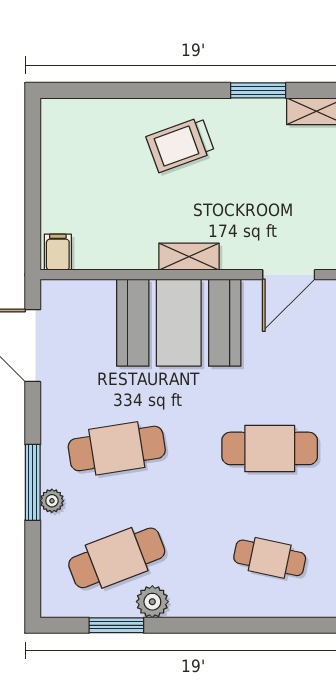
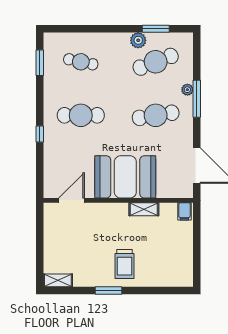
window: (258, 90) -> (109, 291), moved
trolley: (180, 145) -> (124, 264), turned 110
shelving: (189, 257) -> (144, 209), moved

